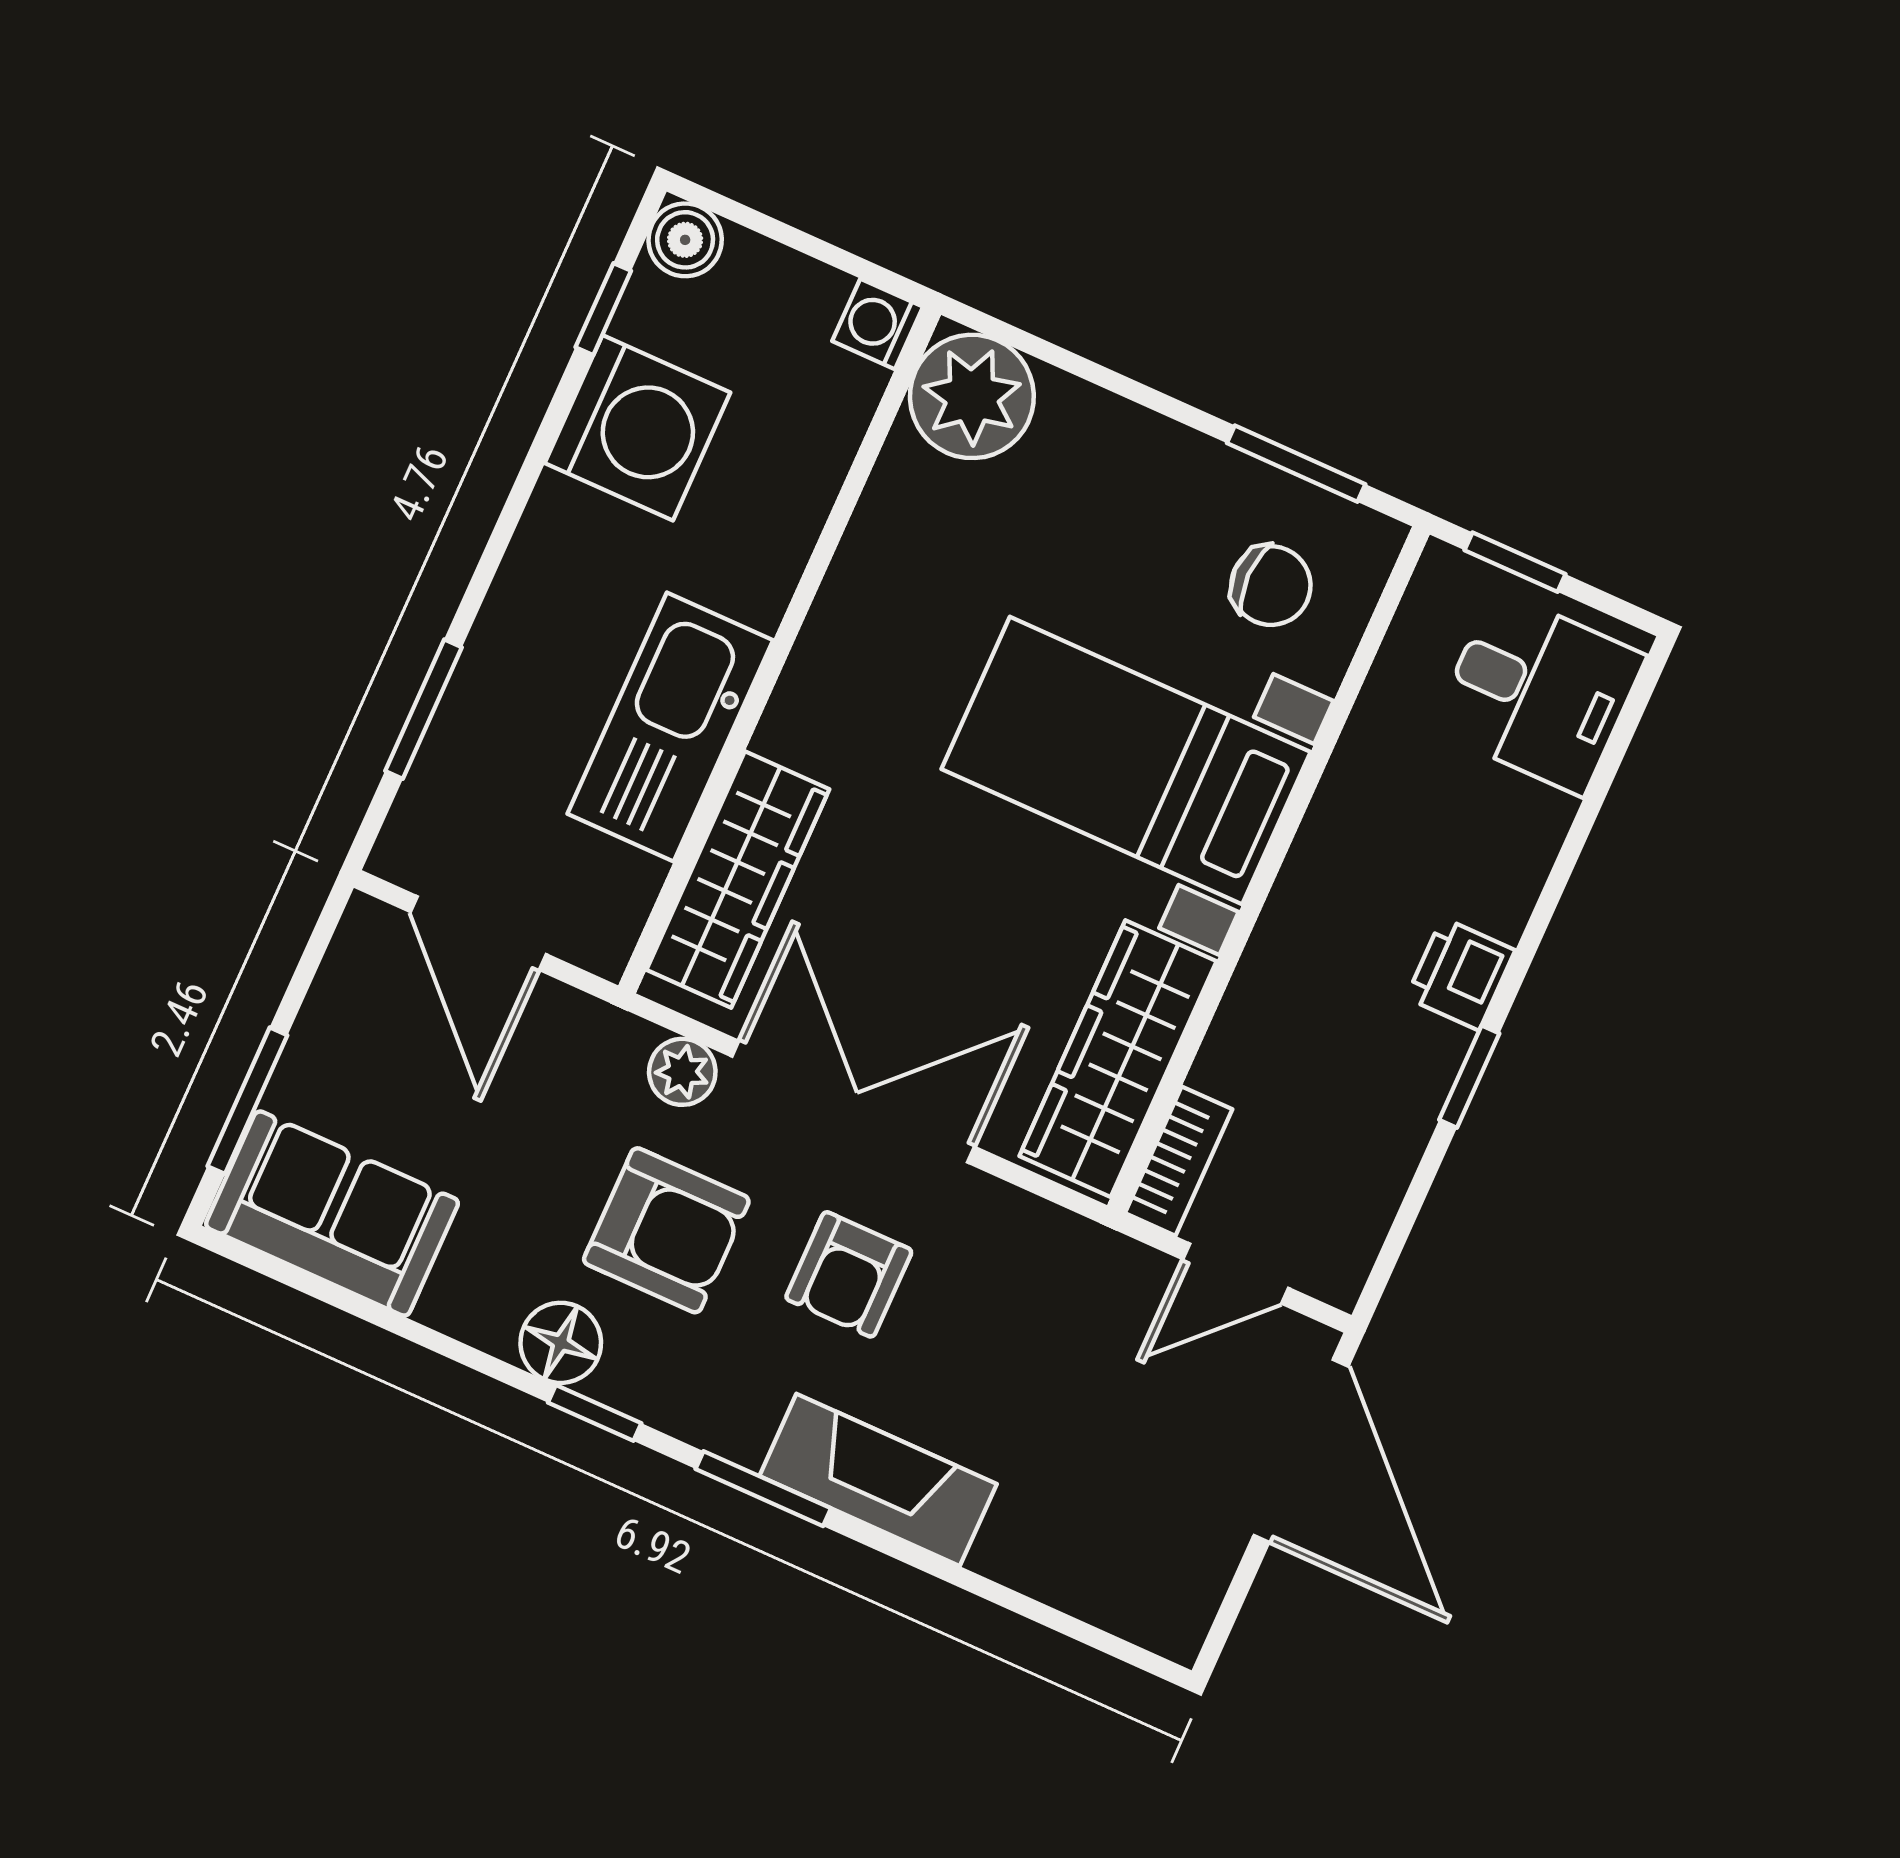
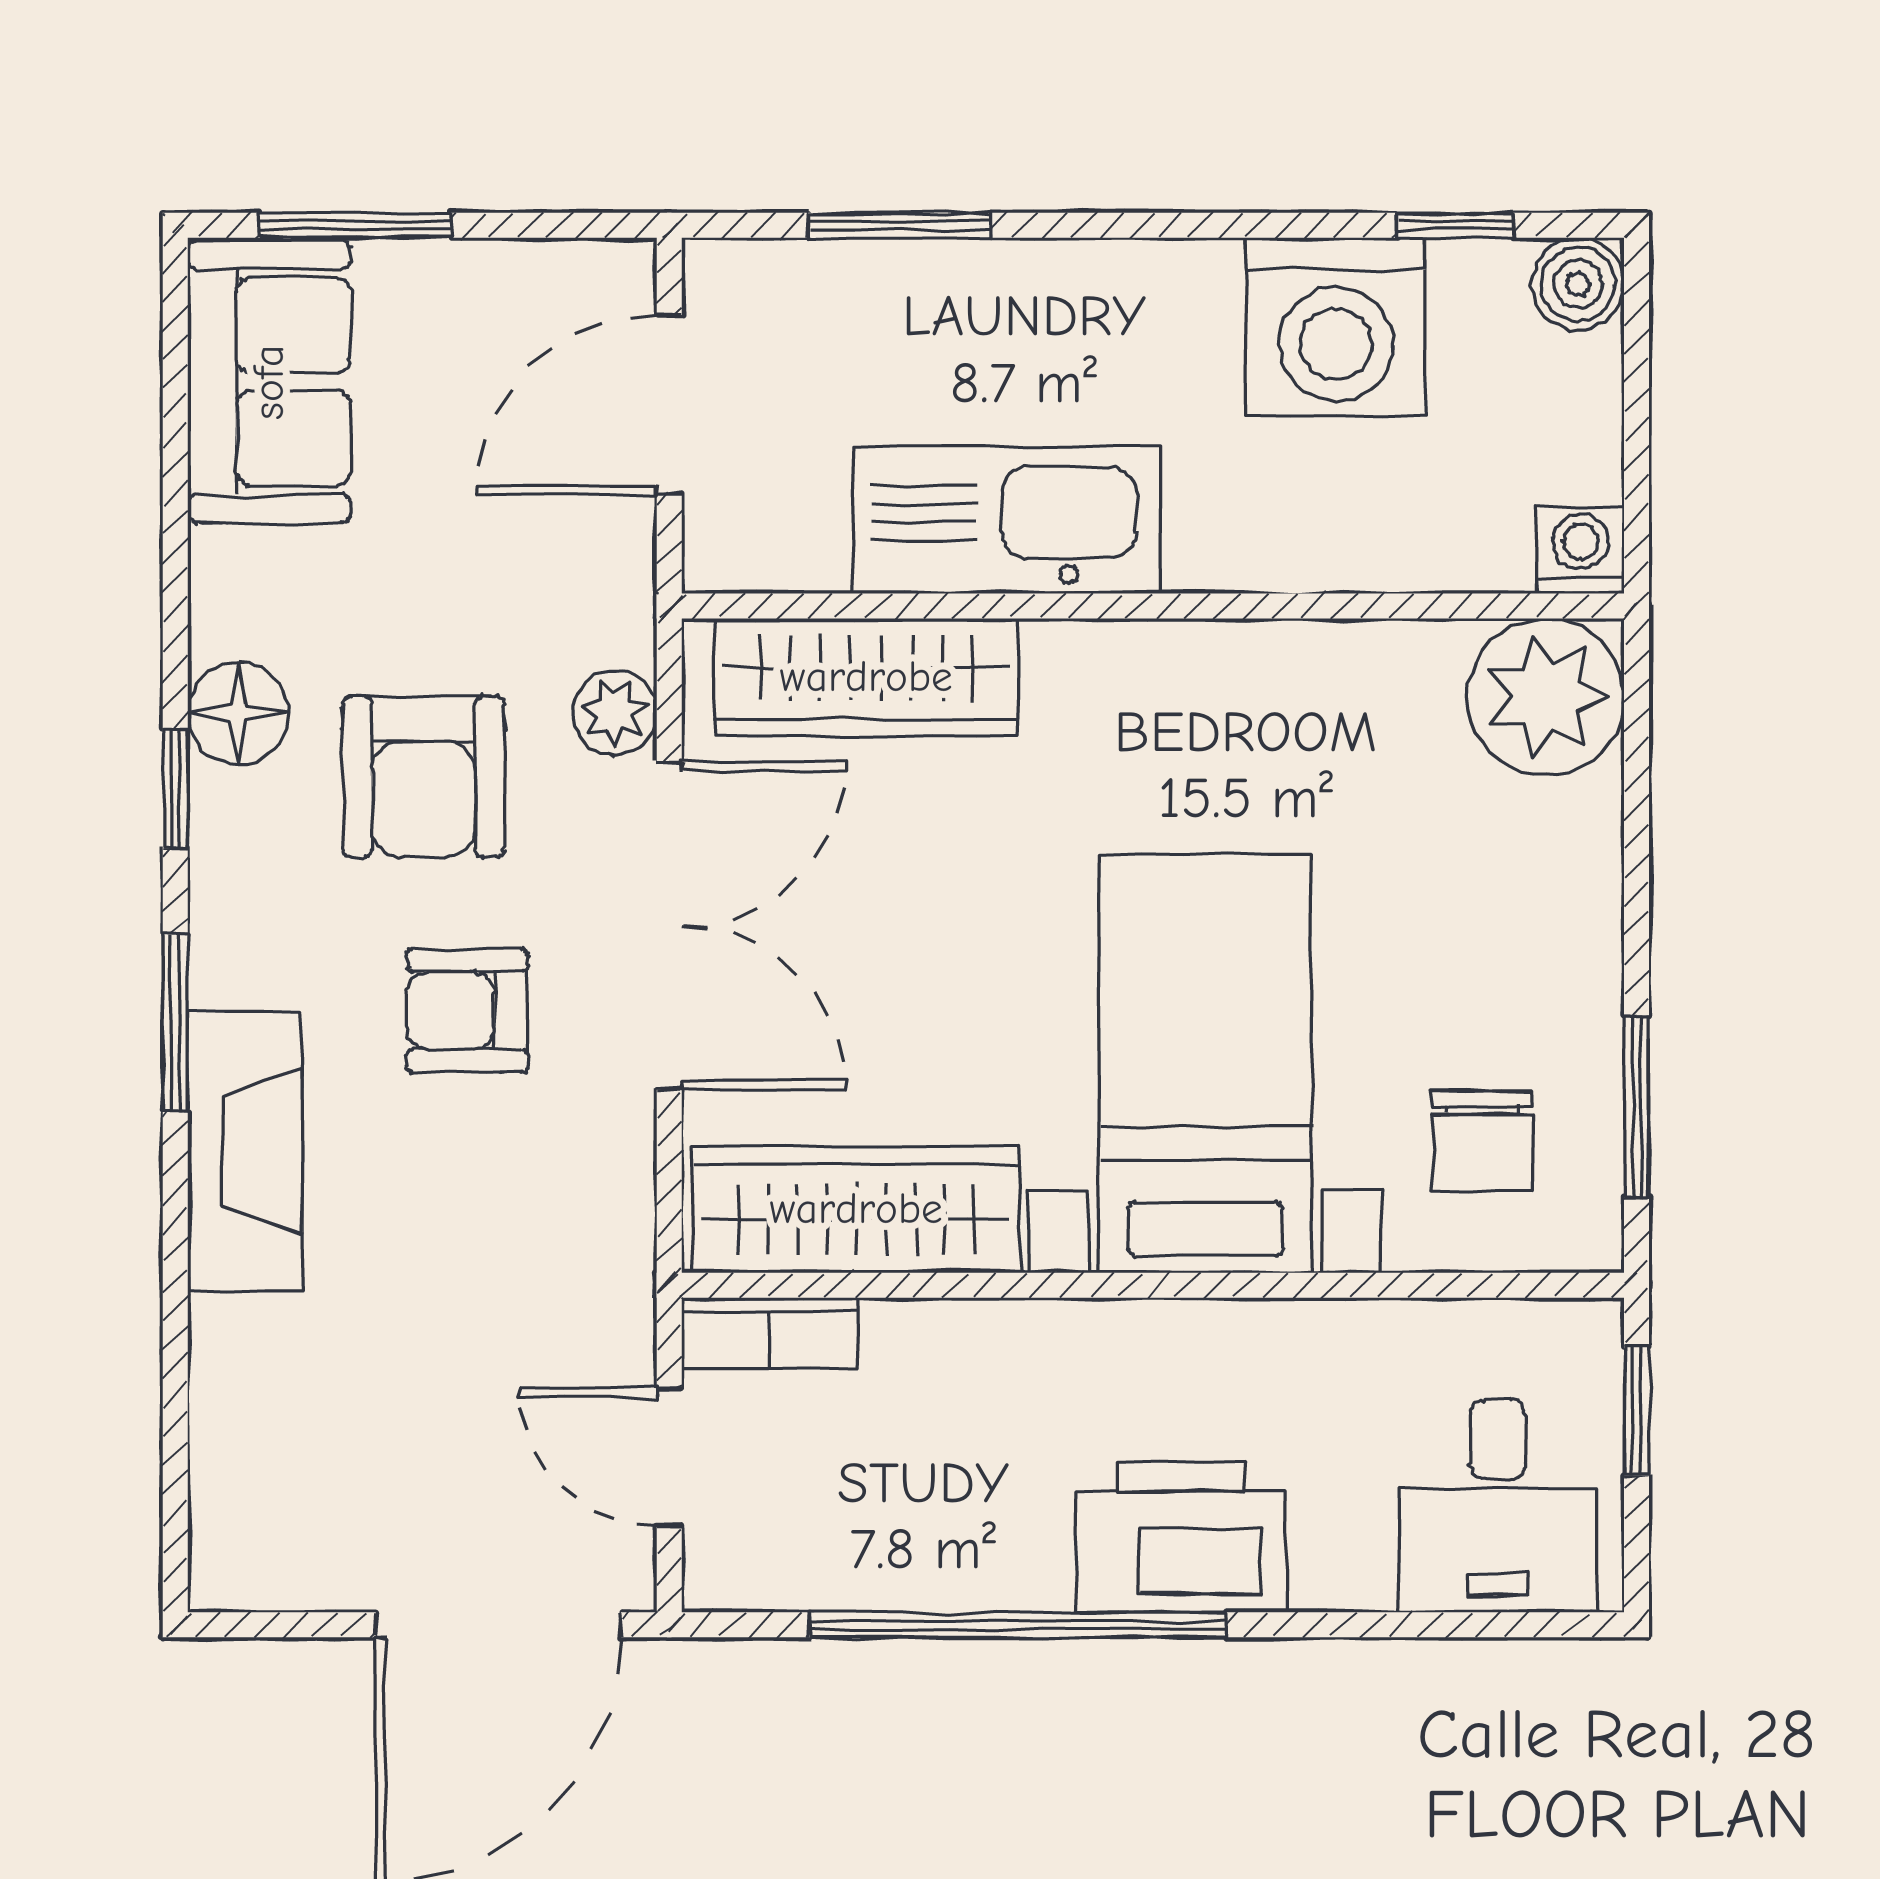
printer: (1461, 974) -> (1181, 1537), width x1.87, depth x1.48
window: (1469, 1077) -> (1018, 1625), width x3.17

